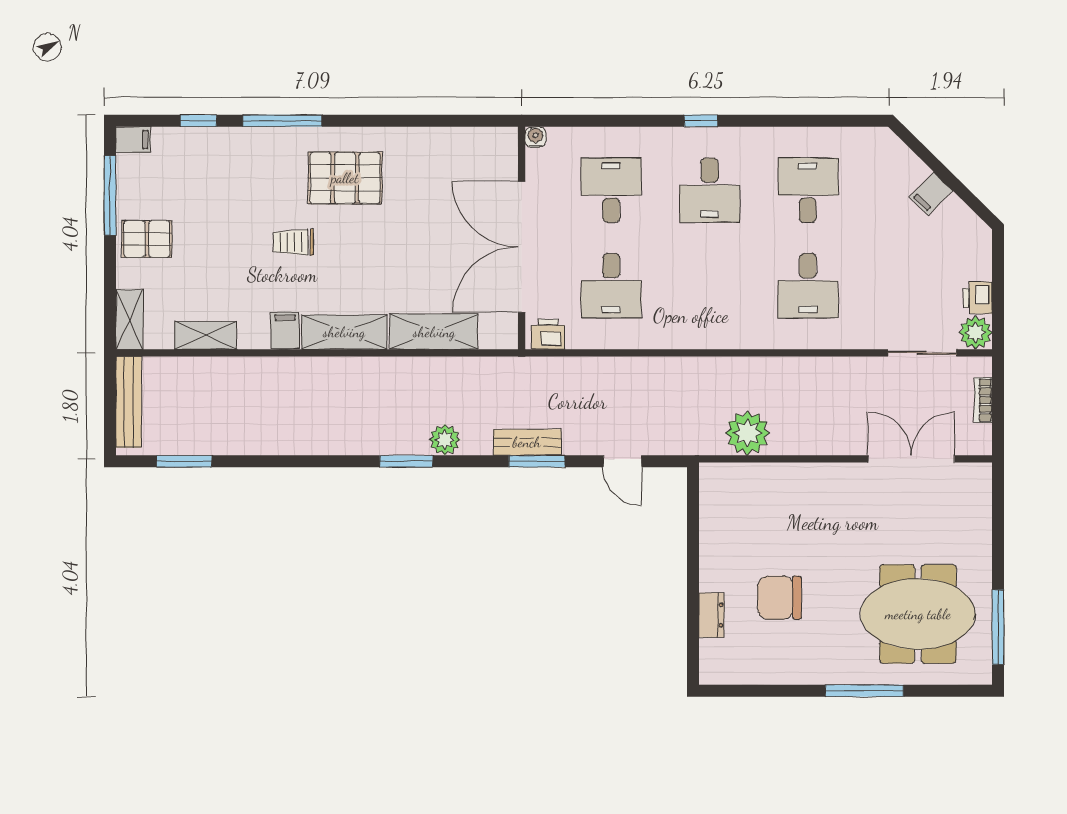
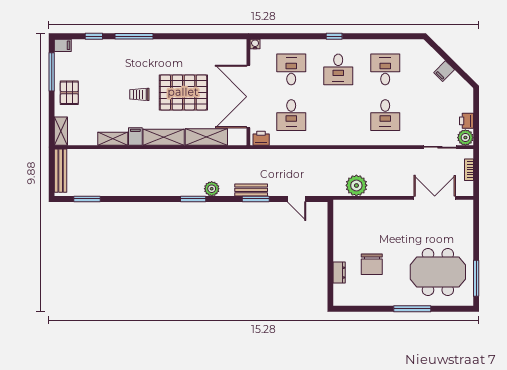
pallet: (345, 178) -> (183, 92), moved, width x1.37, depth x1.41
pallet: (147, 239) -> (69, 93), turned 90
shelving: (206, 335) -> (113, 139), moved
chair: (780, 598) -> (372, 264), turned -90

